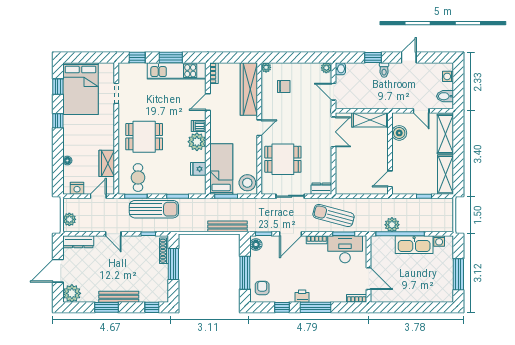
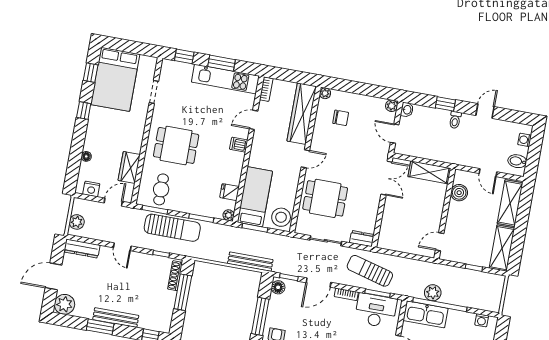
plant: (197, 142) -> (229, 215), moved, width x0.53, depth x0.53
kitchen sink: (414, 245) -> (426, 314), moved

